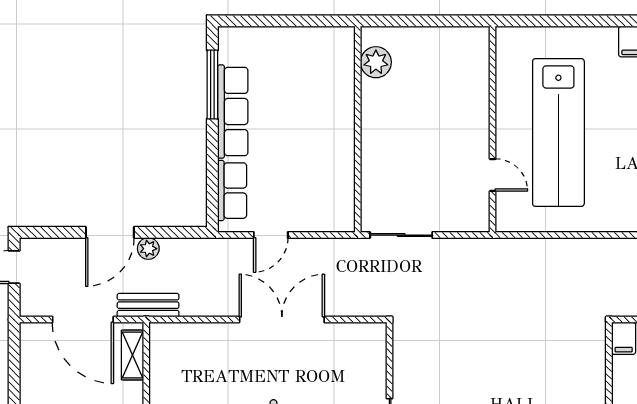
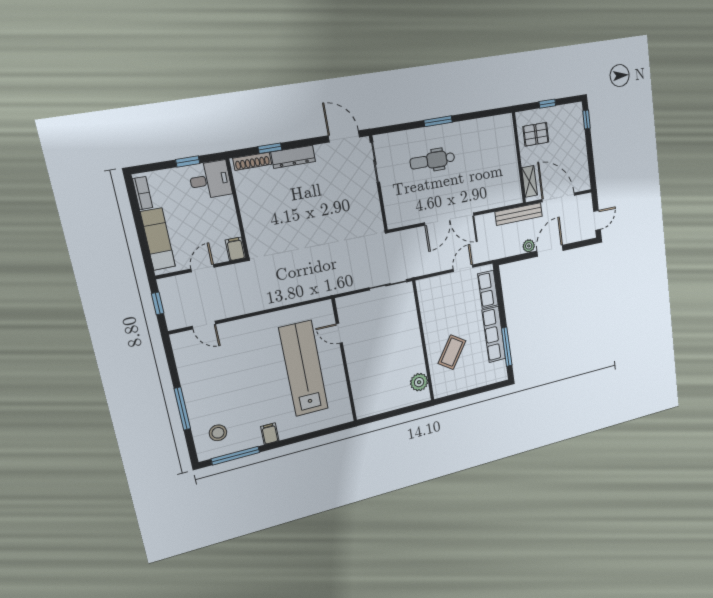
coffee table: (312, 99) -> (452, 352), added
bench: (148, 305) -> (519, 214), width x1.36

